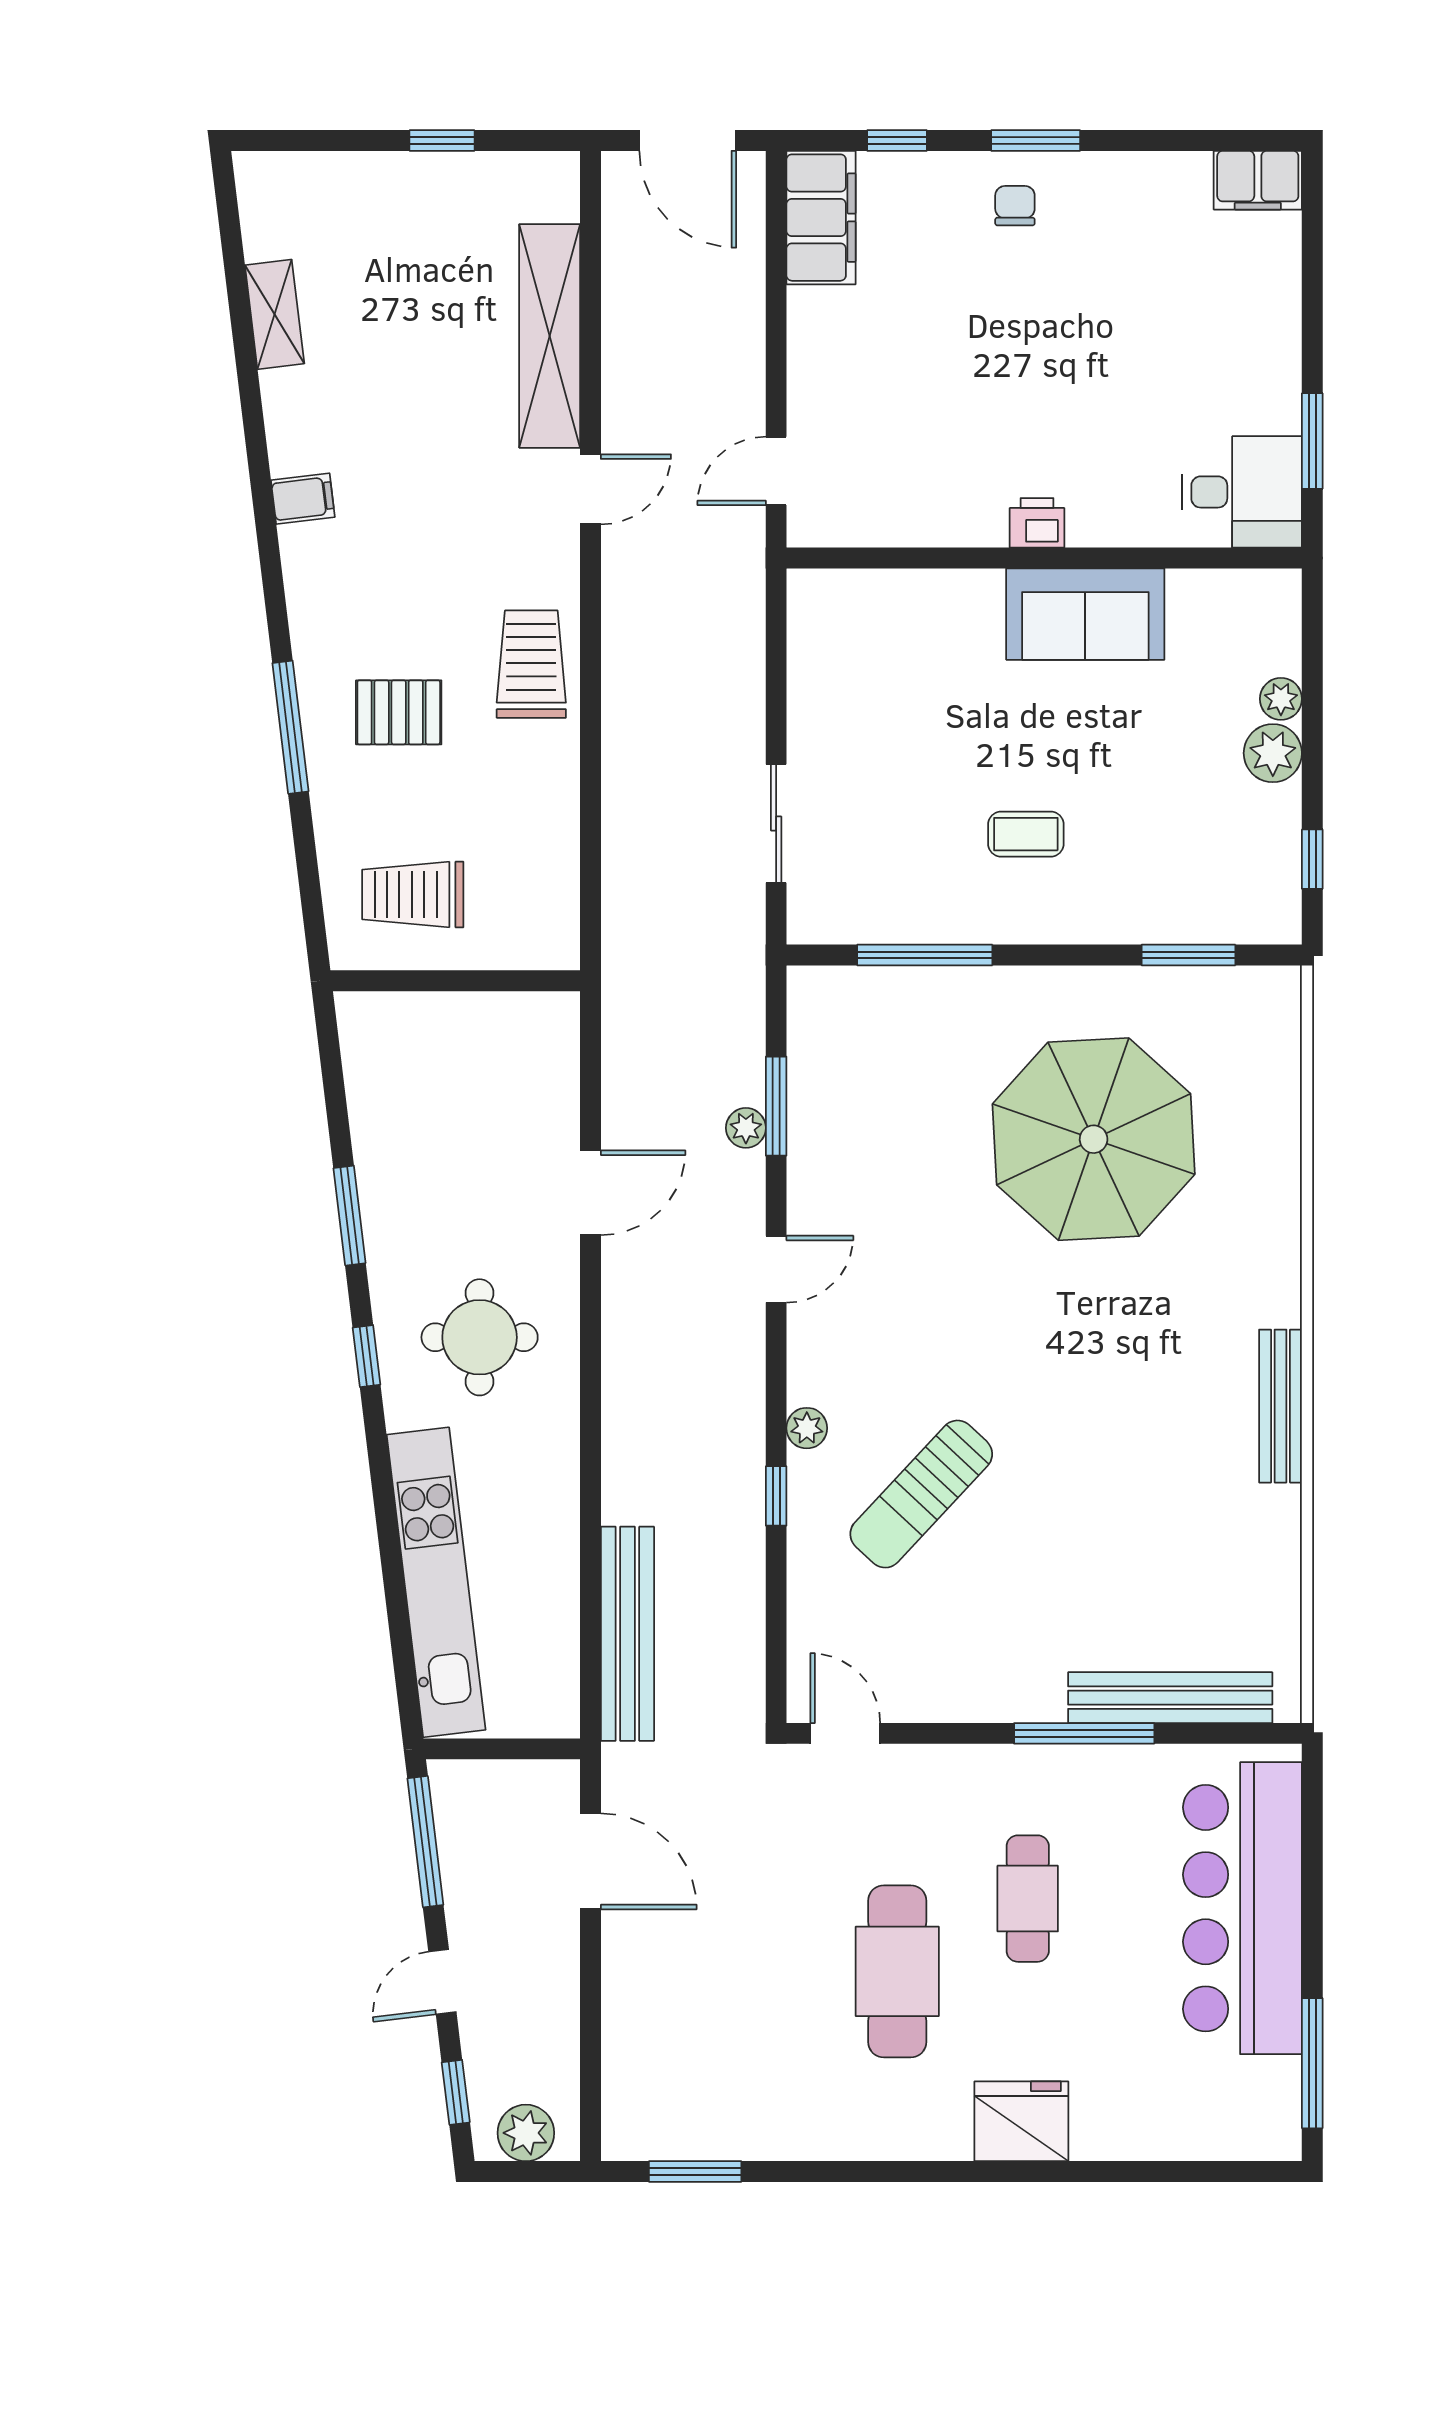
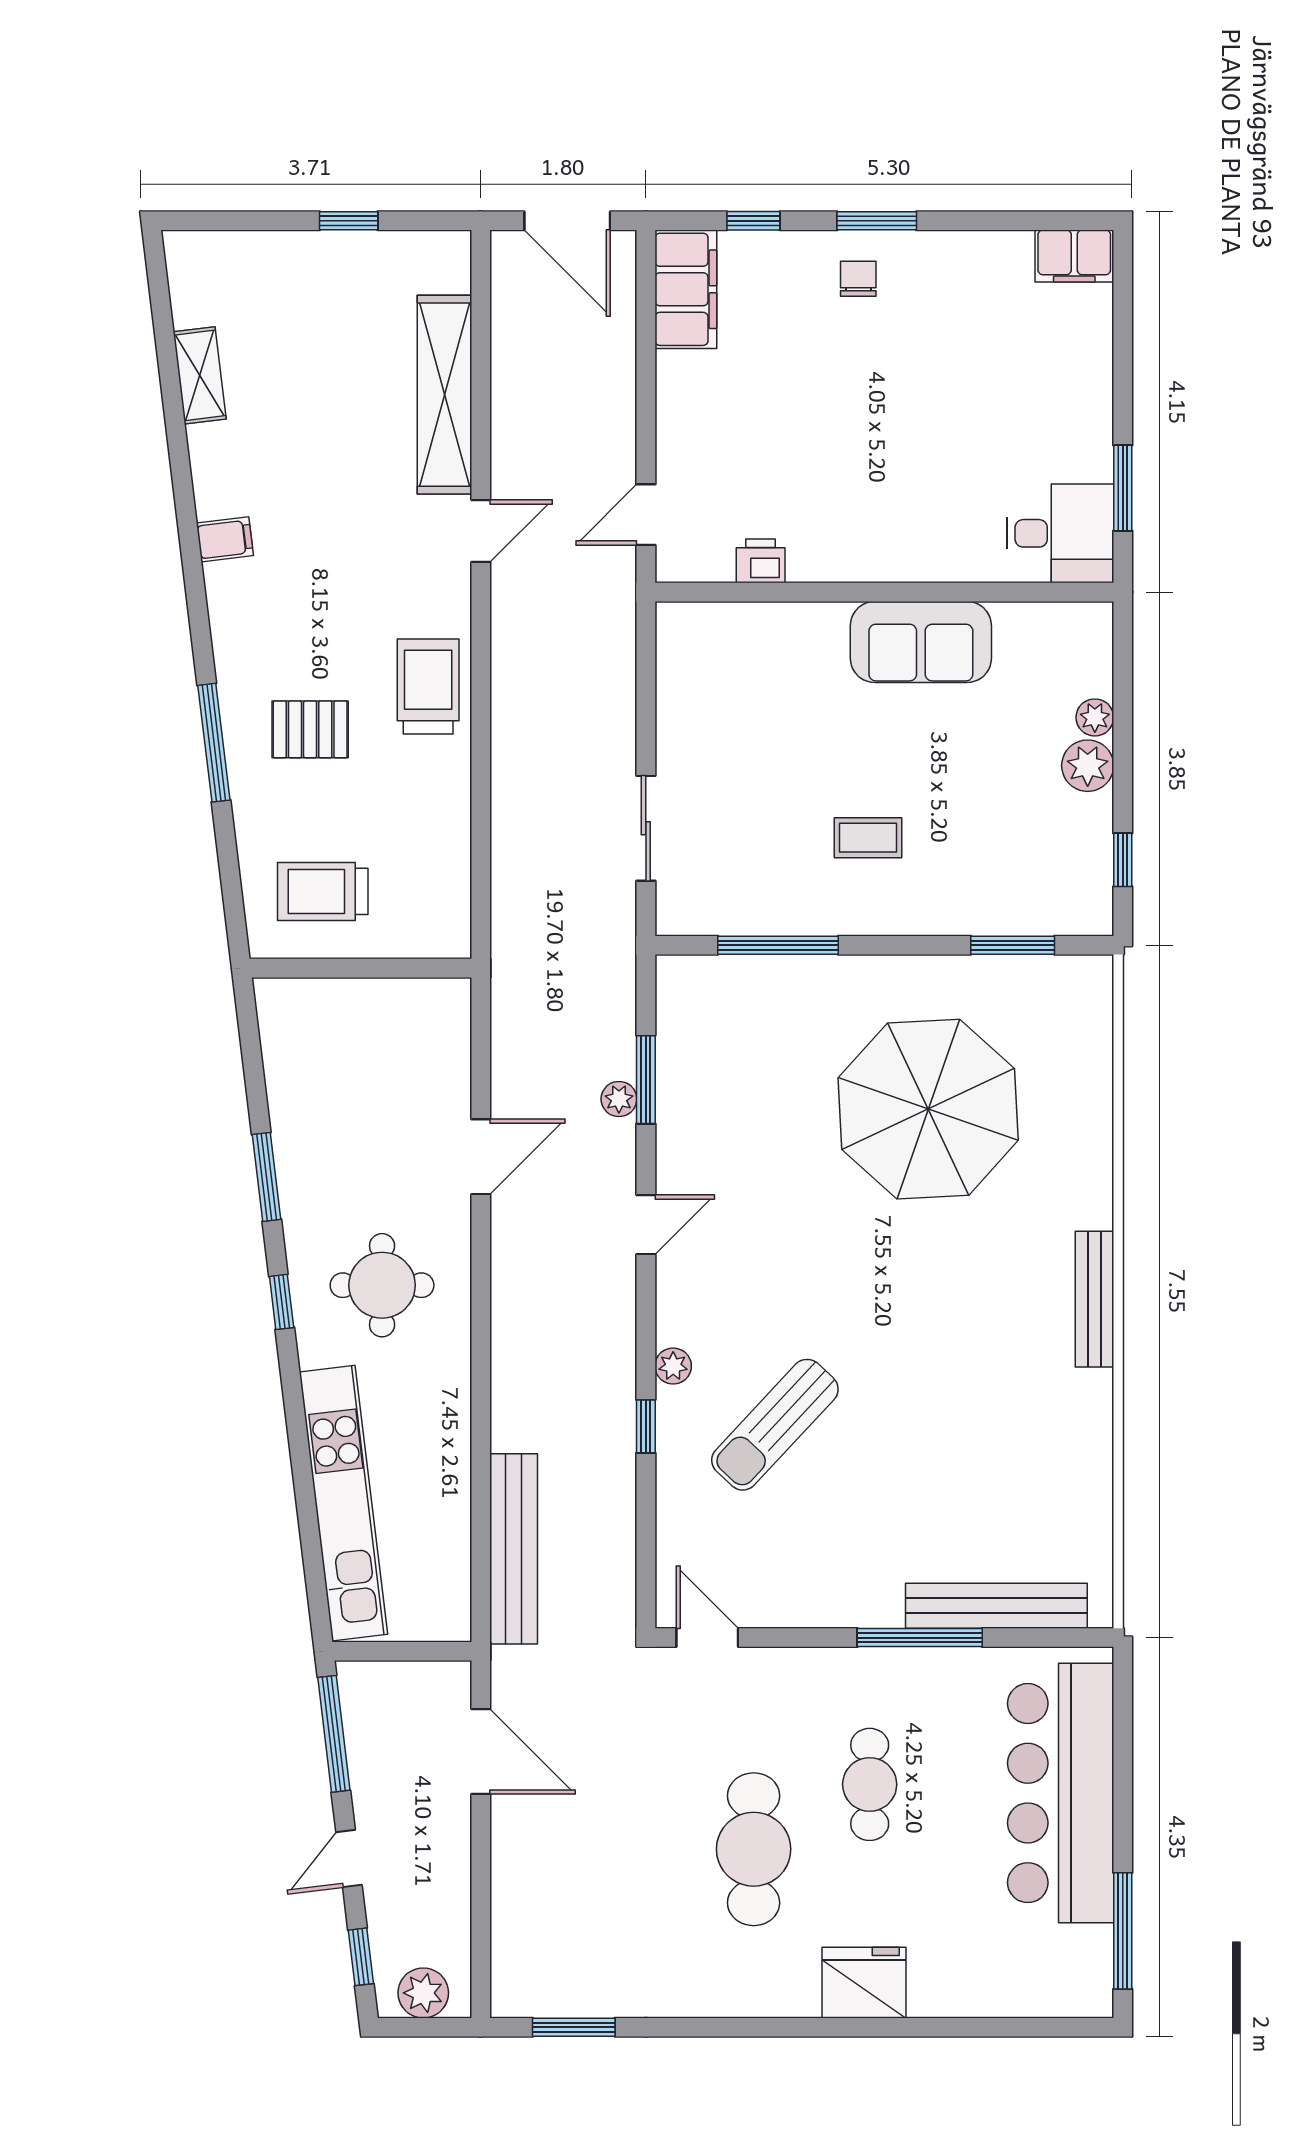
printer: (1037, 523) -> (761, 561), moved
bench: (1281, 1406) -> (1094, 1299), moved

